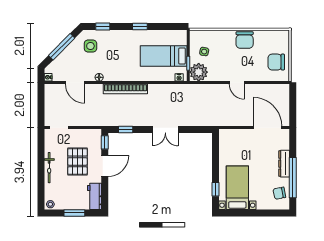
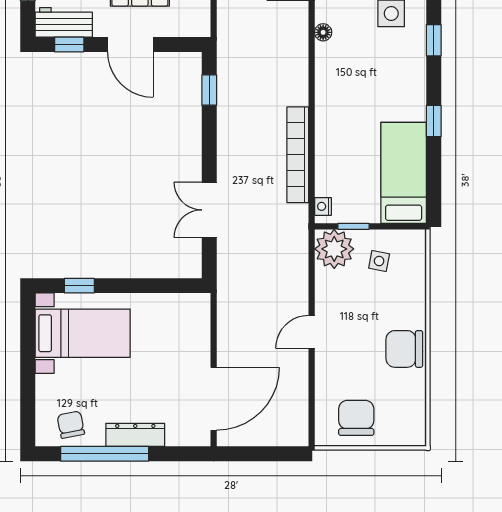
bed: (164, 56) -> (404, 173), moved
bookcase: (125, 89) -> (298, 155), moved
double door: (165, 130) -> (209, 210), moved
window: (105, 142) -> (69, 44), moved

